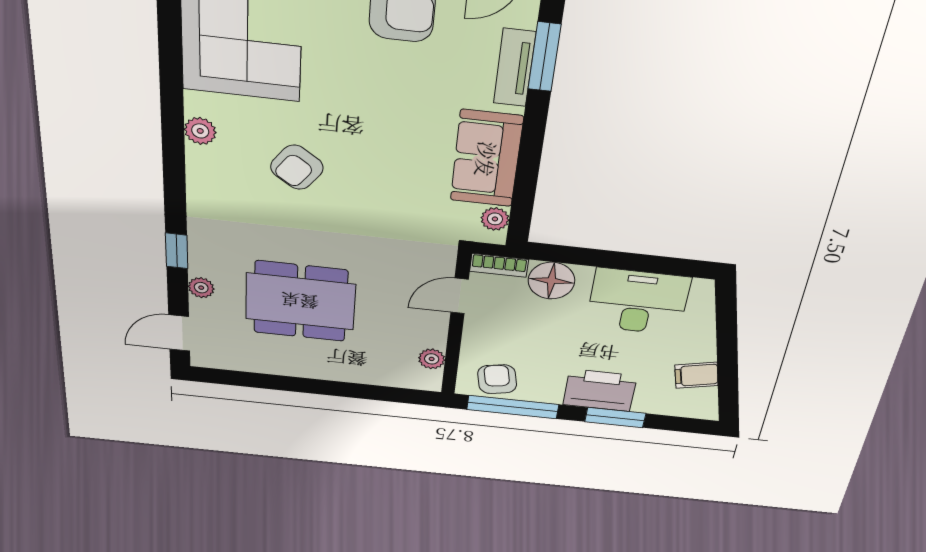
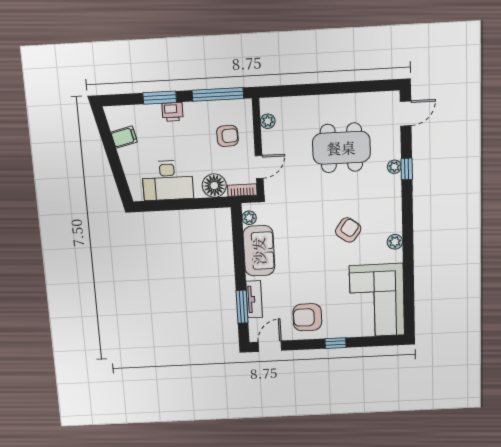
plant: (201, 288) -> (394, 167), moved
armchair: (497, 379) -> (227, 136), moved, turned -81
printer: (600, 390) -> (173, 112), width x0.53, depth x0.68

